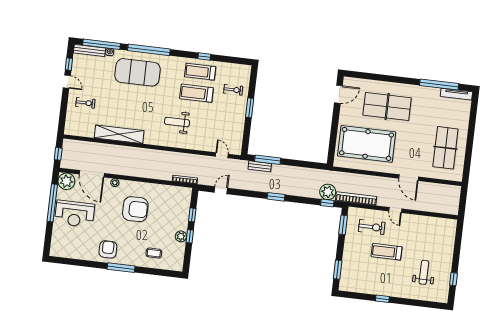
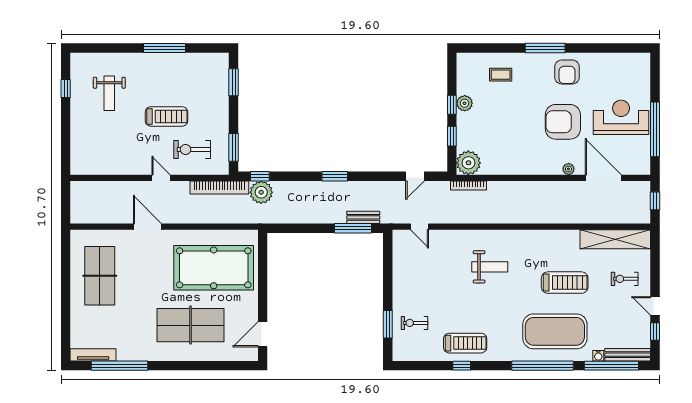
treadmill: (196, 93) -> (565, 283), moved
window: (250, 108) -> (388, 324), moved
shelving: (119, 134) -> (615, 239), moved
plant: (66, 181) -> (468, 163), moved
armchair: (135, 209) -> (563, 122), moved
window: (382, 299) -> (164, 48), width x2.17

